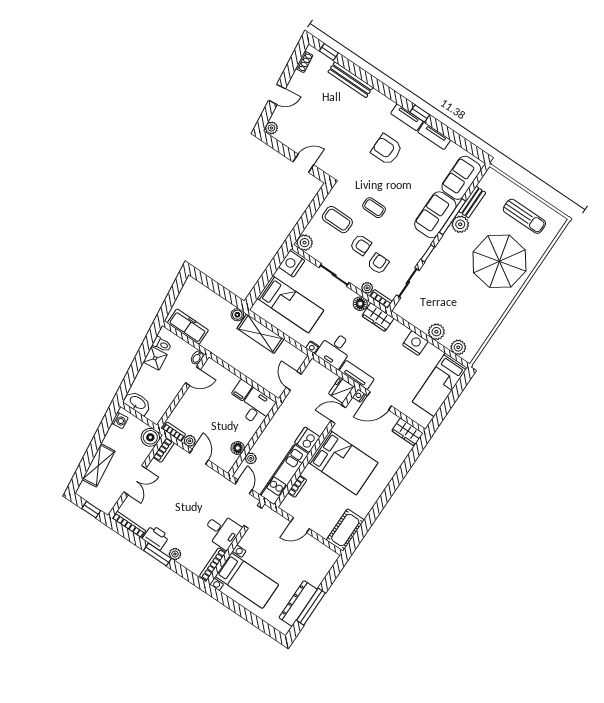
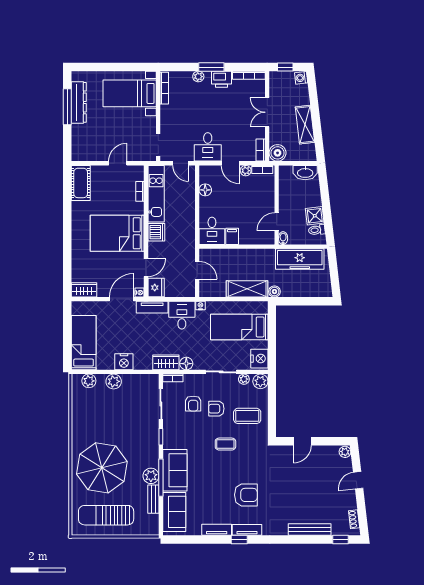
sun lounger: (524, 216) -> (106, 515), width x1.36, depth x1.34
plant: (367, 288) -> (244, 379), moved
freezer: (188, 327) -> (300, 259), width x1.36, depth x1.26
washing machine: (120, 420) -> (301, 78), moved
plant: (251, 458) -> (190, 189), removed
shelving: (98, 465) -> (305, 125), moved
desk: (222, 531) -> (208, 147), moved, turned -90

